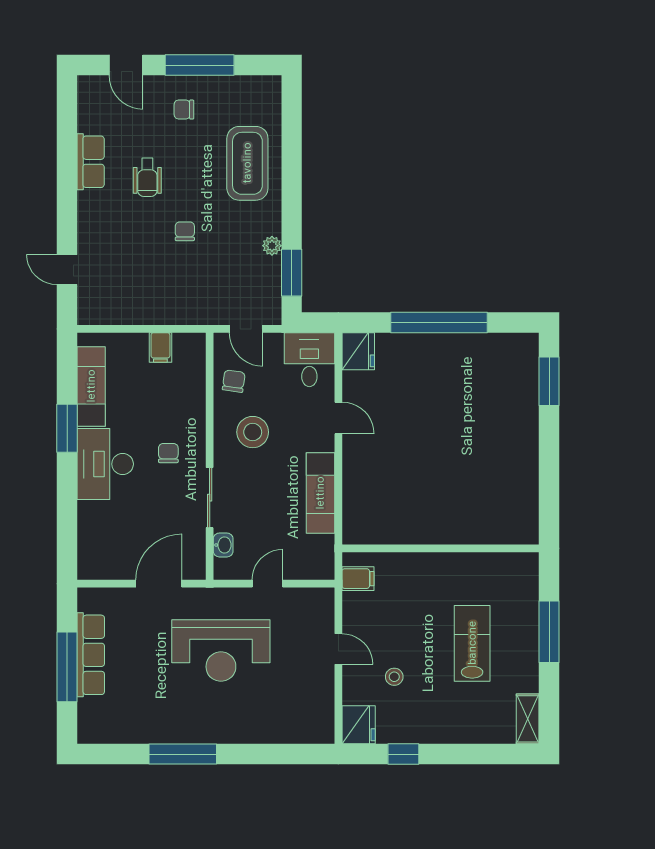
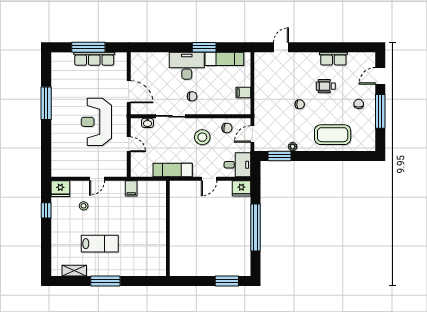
wall: (441, 548) -> (168, 228), moved
shelving: (528, 719) -> (74, 271), moved

